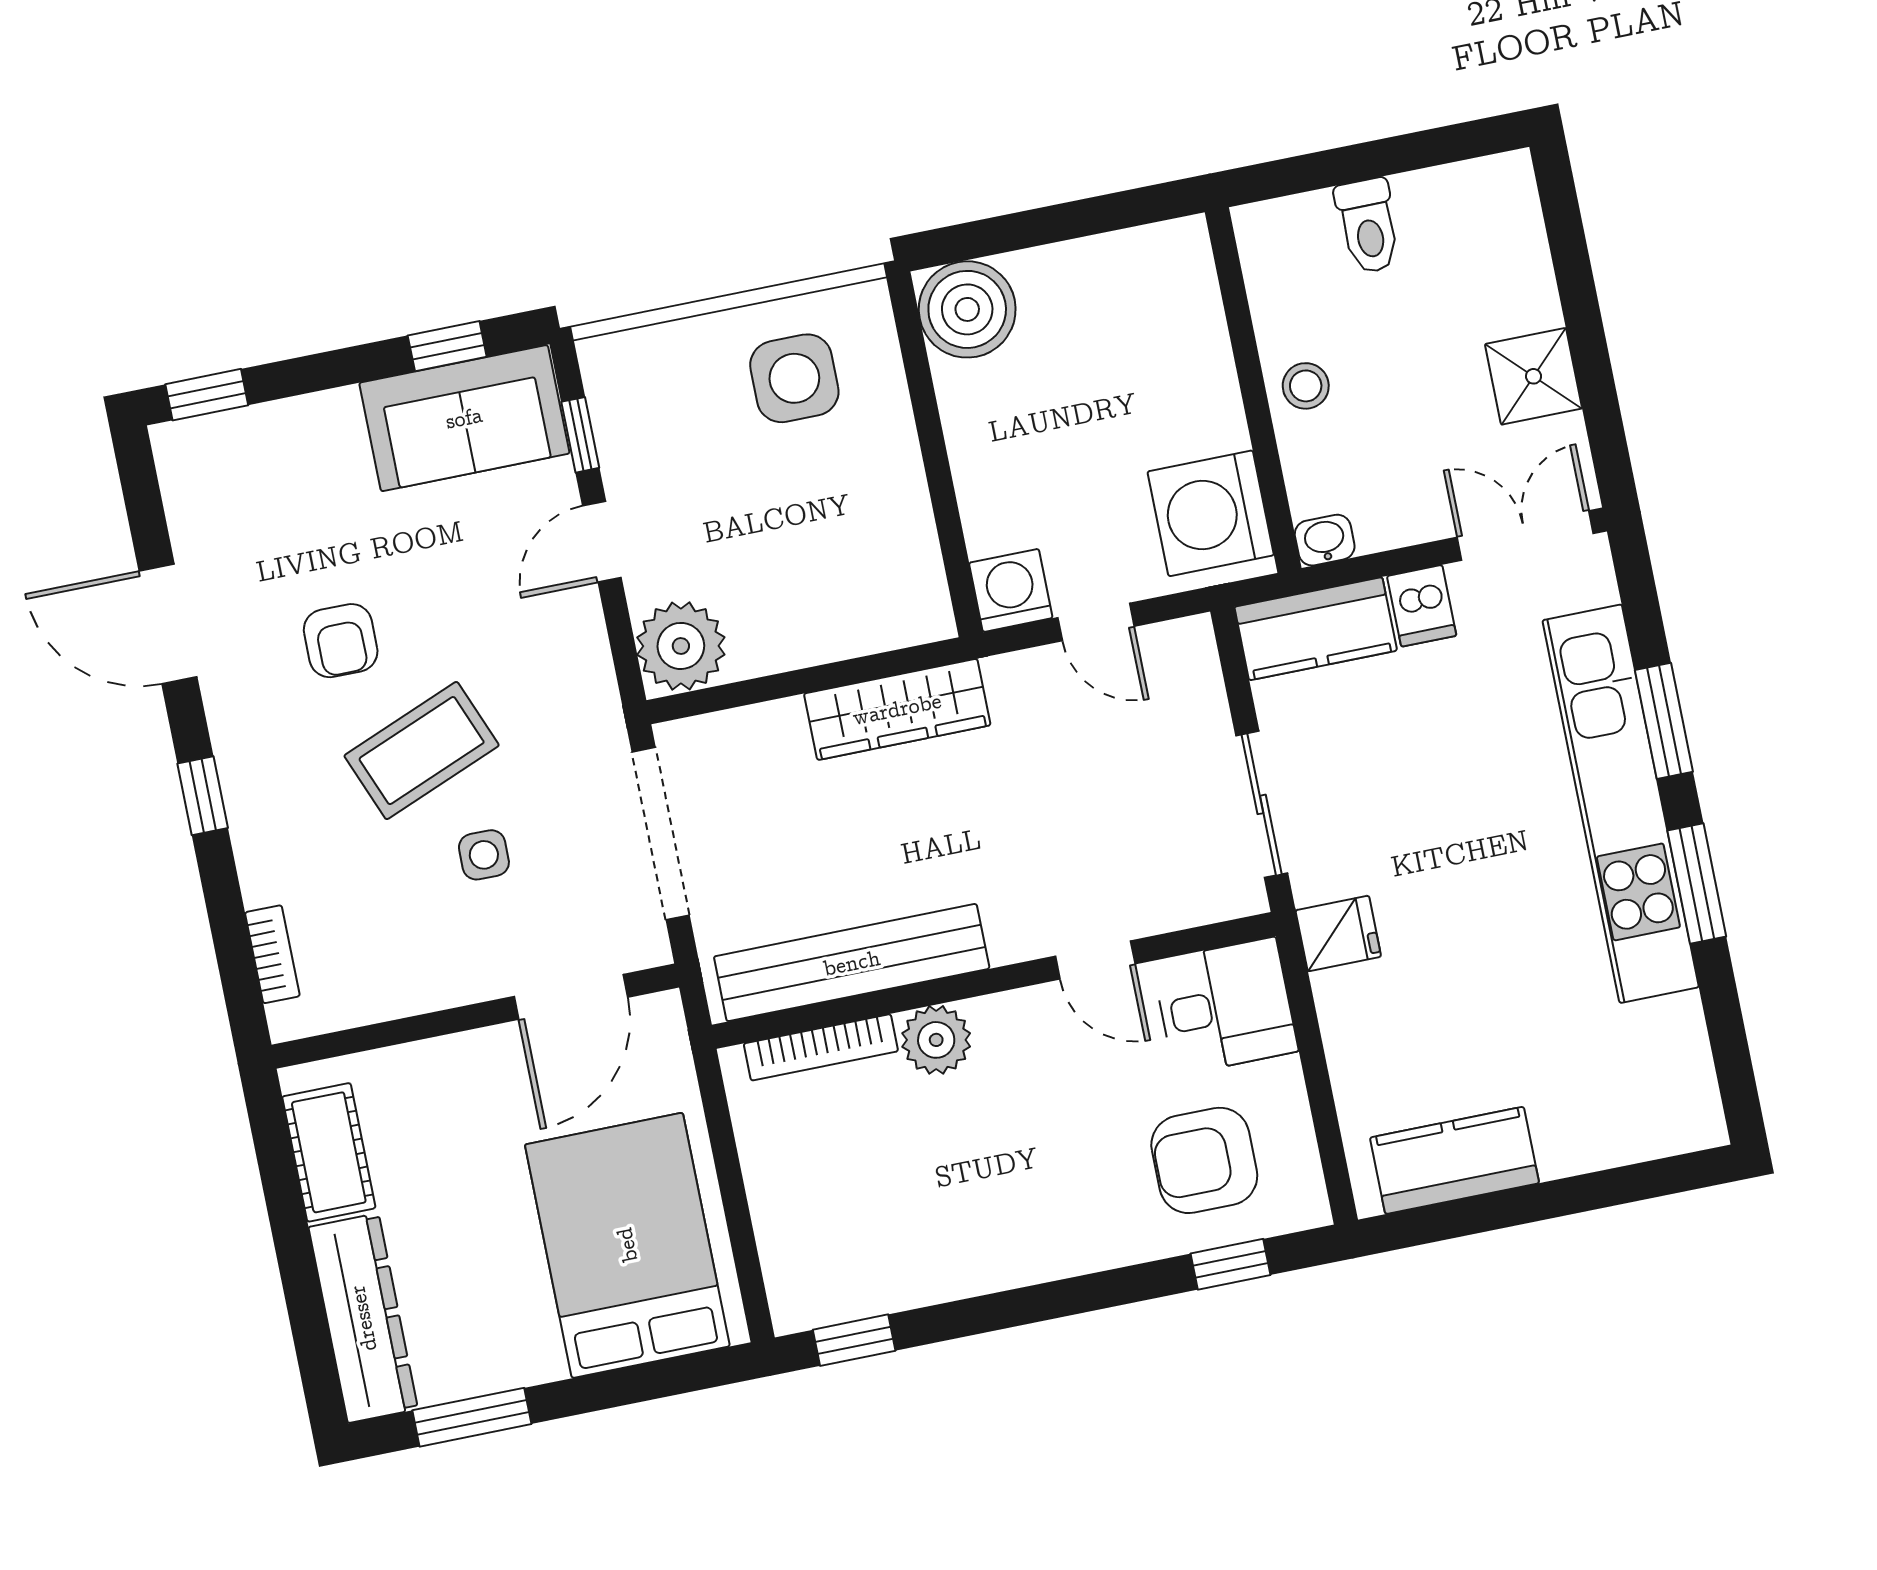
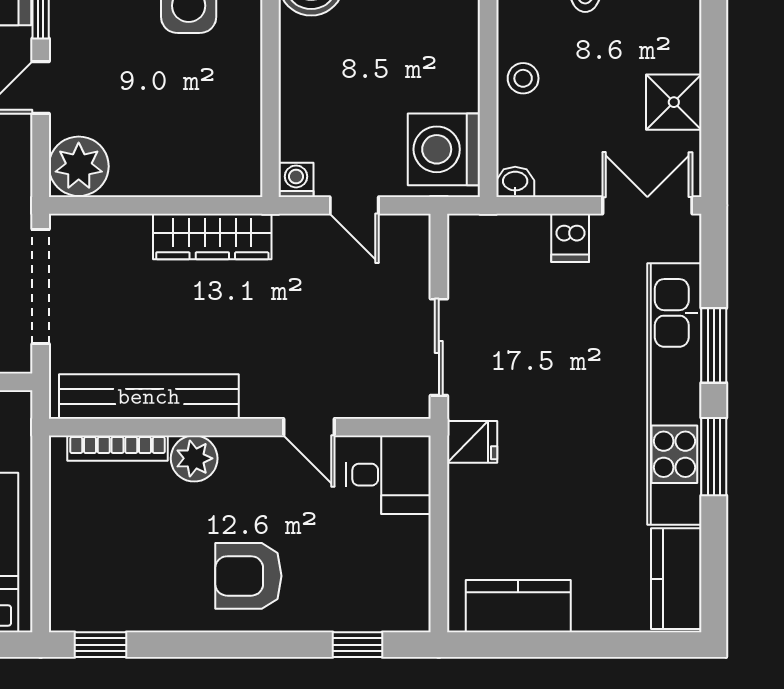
washing machine: (1011, 590) -> (296, 180), width x0.73, depth x0.73
kitchen counter: (1316, 629) -> (676, 579), moved, turned 90
armchair: (1204, 1160) -> (248, 576), moved

